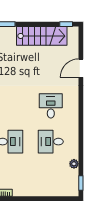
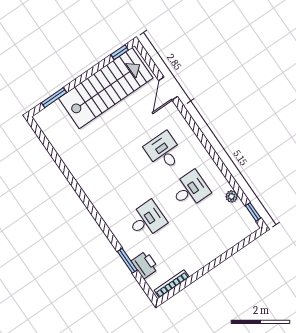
stairs: (42, 36) -> (106, 88), width x1.36, depth x1.51
desk: (51, 142) -> (190, 190), turned 180

